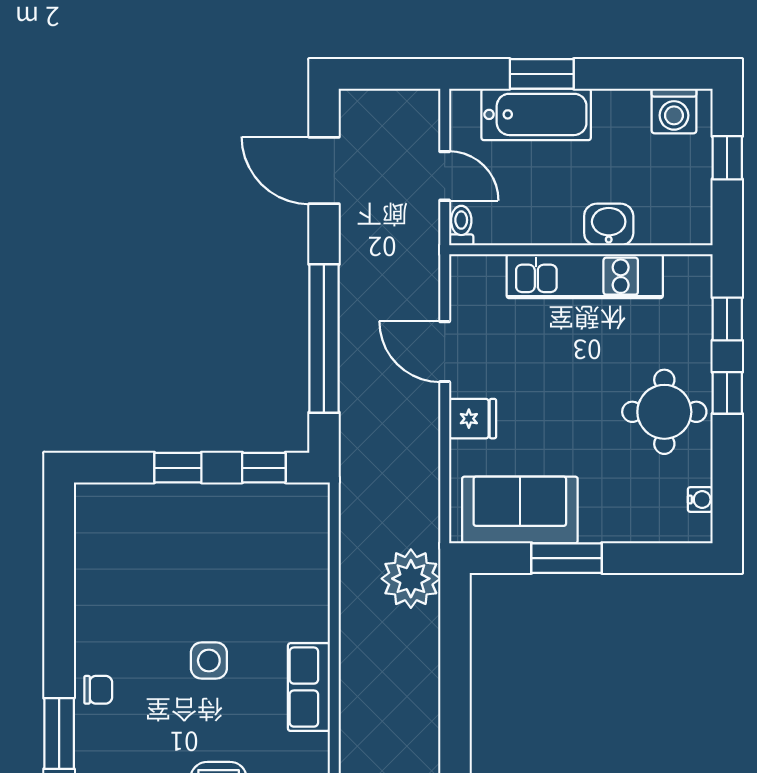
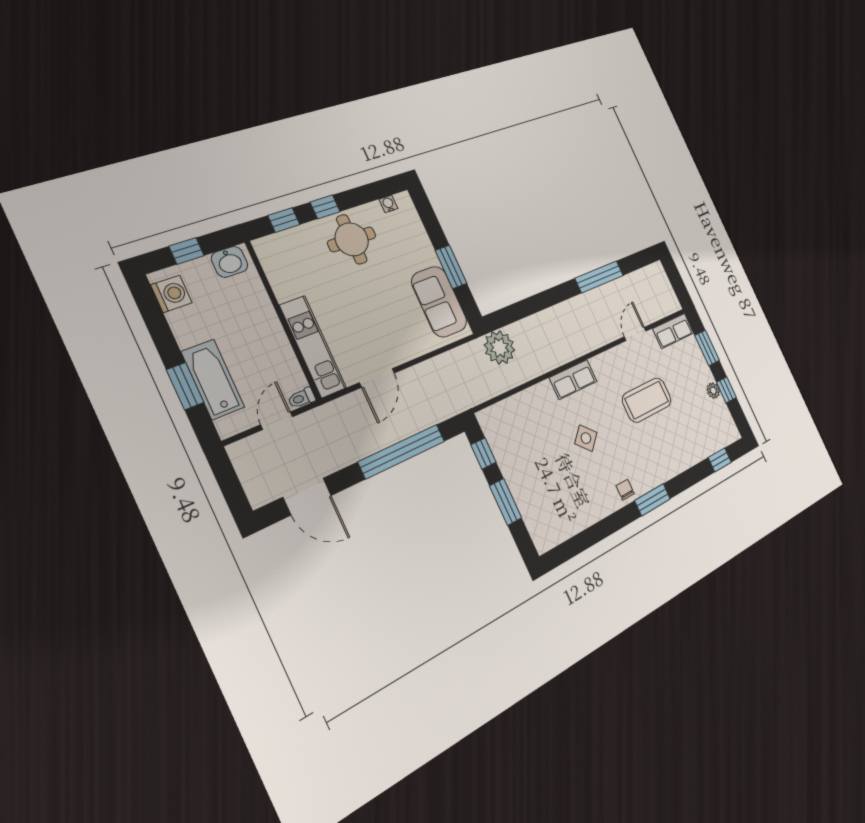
door: (324, 170) -> (307, 496), hinge flipped
washbasin: (609, 225) -> (230, 262), moved, turned -90
kitchen unit: (585, 276) -> (313, 347), moved
fridge: (473, 419) -> (405, 347), removed
window: (178, 468) -> (506, 502), width x1.50
side table: (209, 660) -> (586, 438), turned 45

